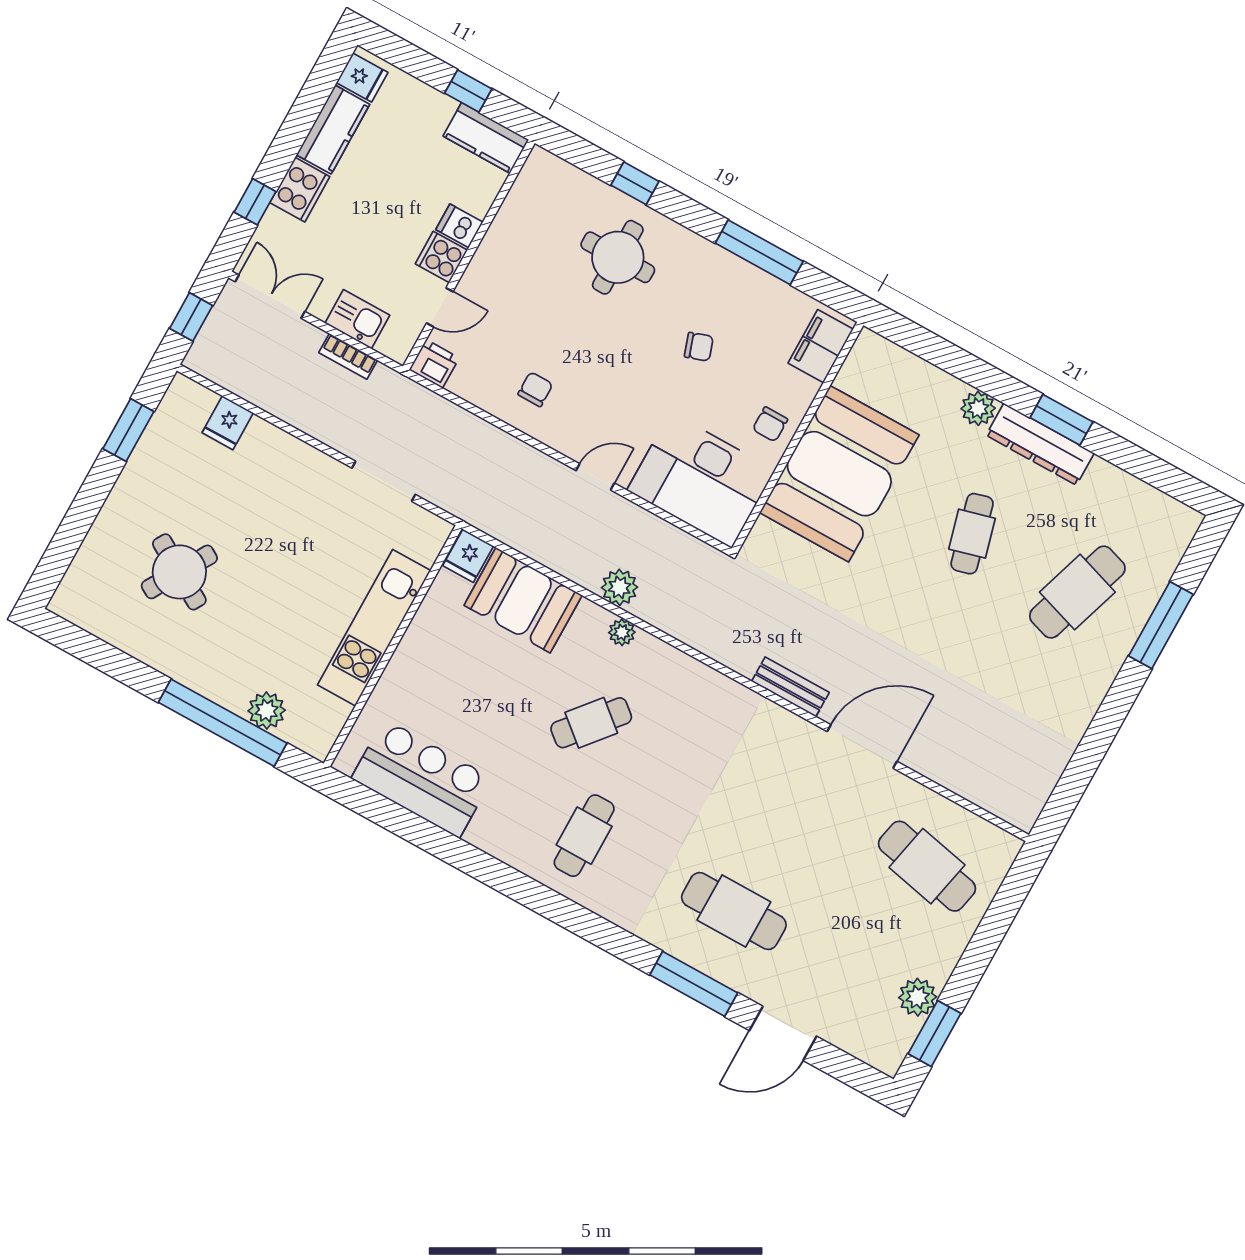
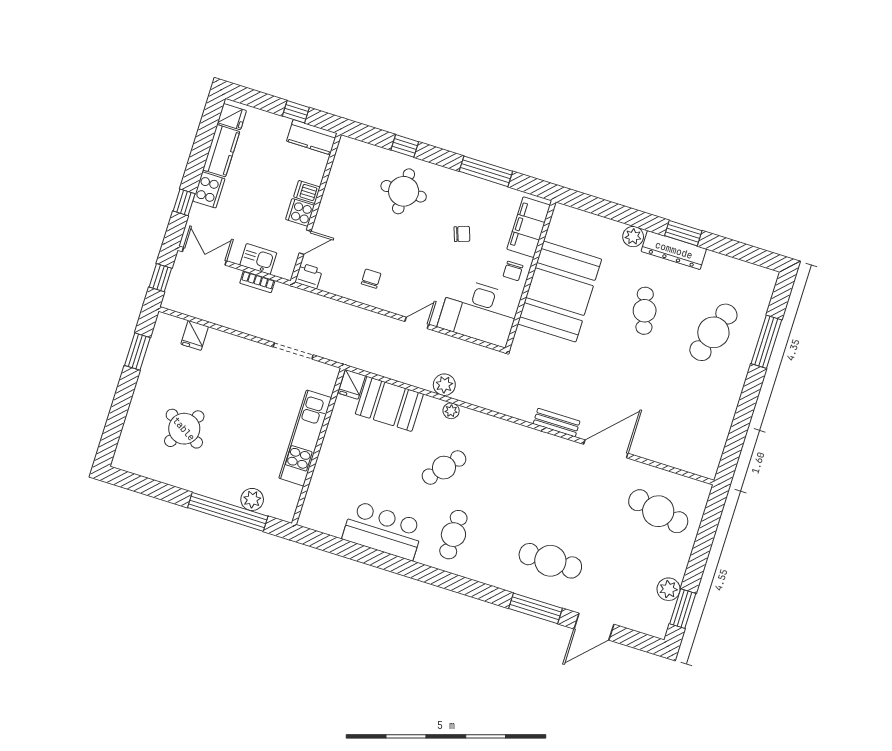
filing cabinet: (821, 346) -> (529, 227), width x1.50, depth x1.17
bar counter: (422, 778) -> (383, 531), moved

